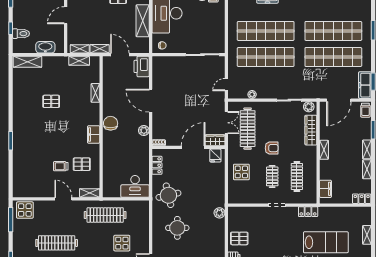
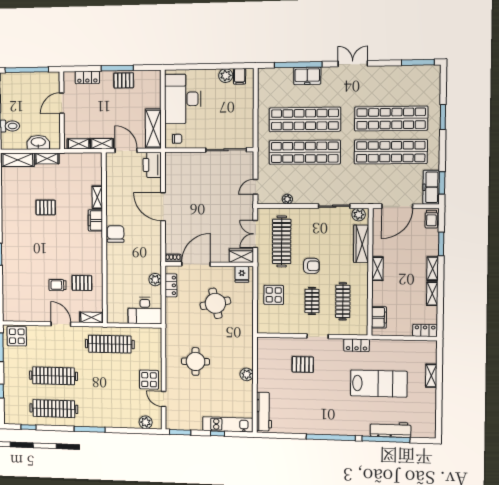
shelving: (143, 21) -> (153, 129), moved
shelving: (79, 61) -> (47, 158), moved
double door: (226, 123) -> (255, 234), swing flipped
plant: (144, 130) -> (155, 280), moved
filing cabinet: (94, 134) -> (95, 220), moved
door: (193, 147) -> (196, 264), moved
round table: (168, 195) -> (215, 303), moved
plant: (219, 213) -> (247, 374), moved
pallet: (239, 238) -> (303, 364), moved
display table: (122, 243) -> (149, 380), moved

